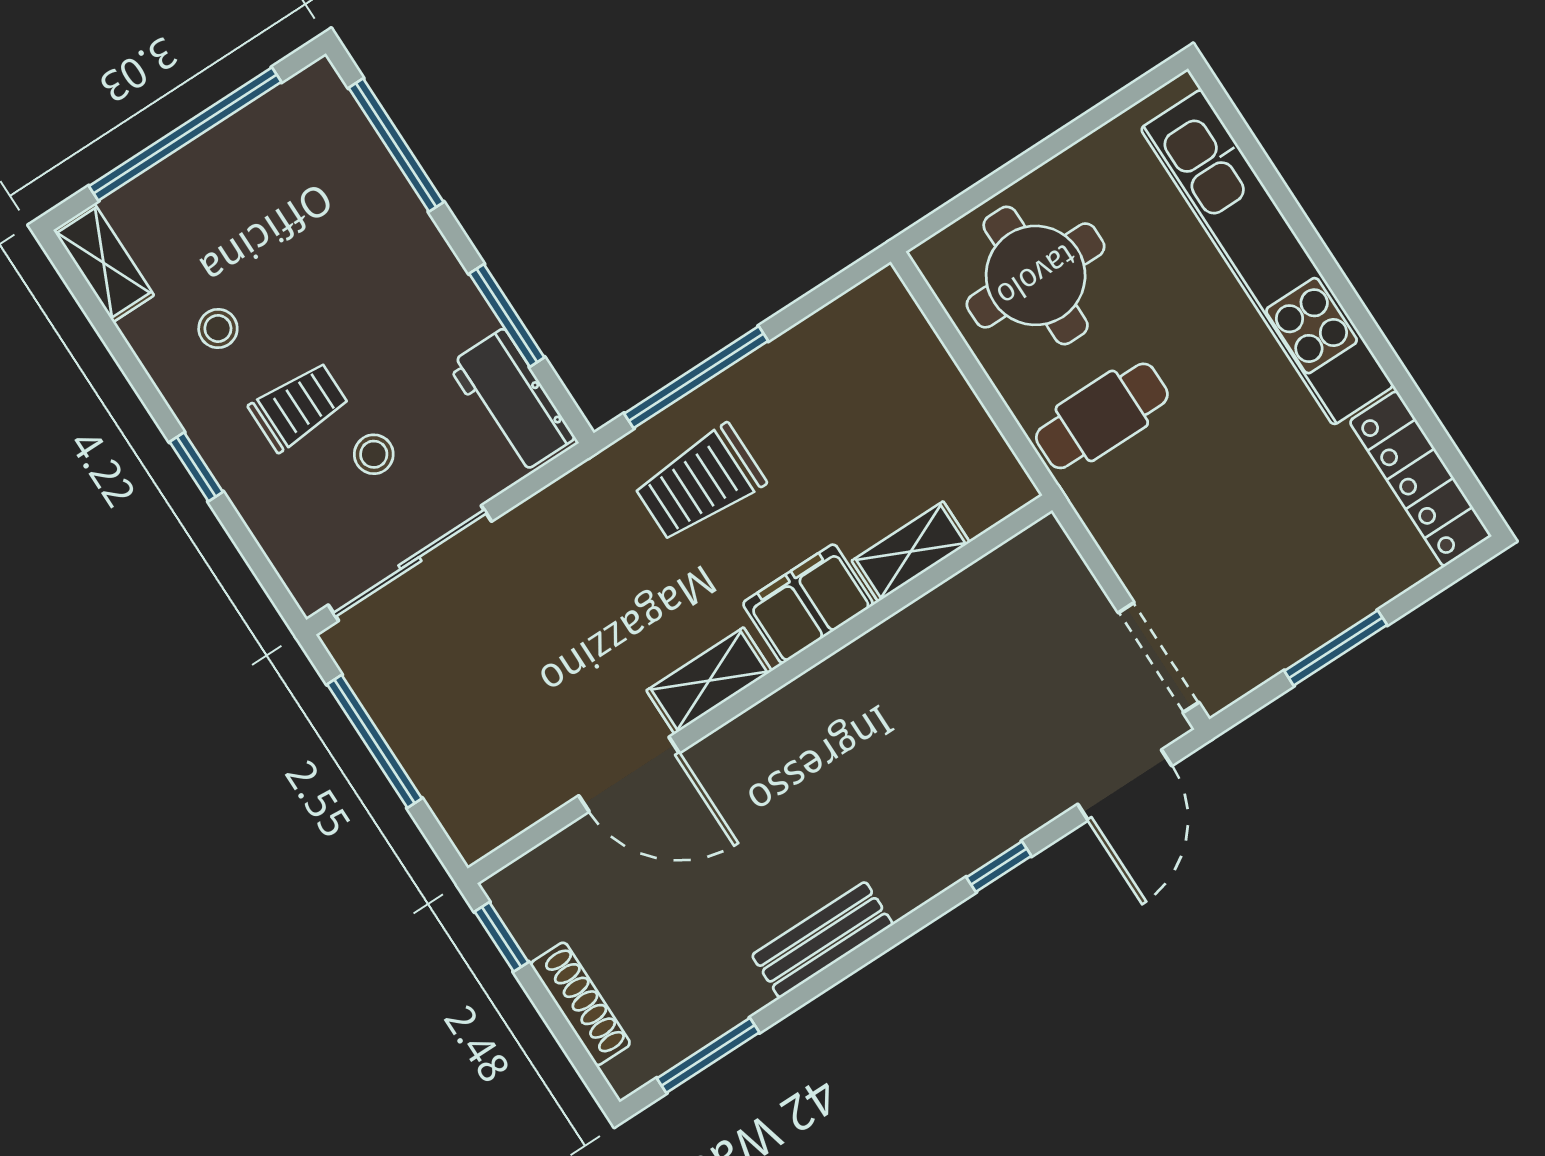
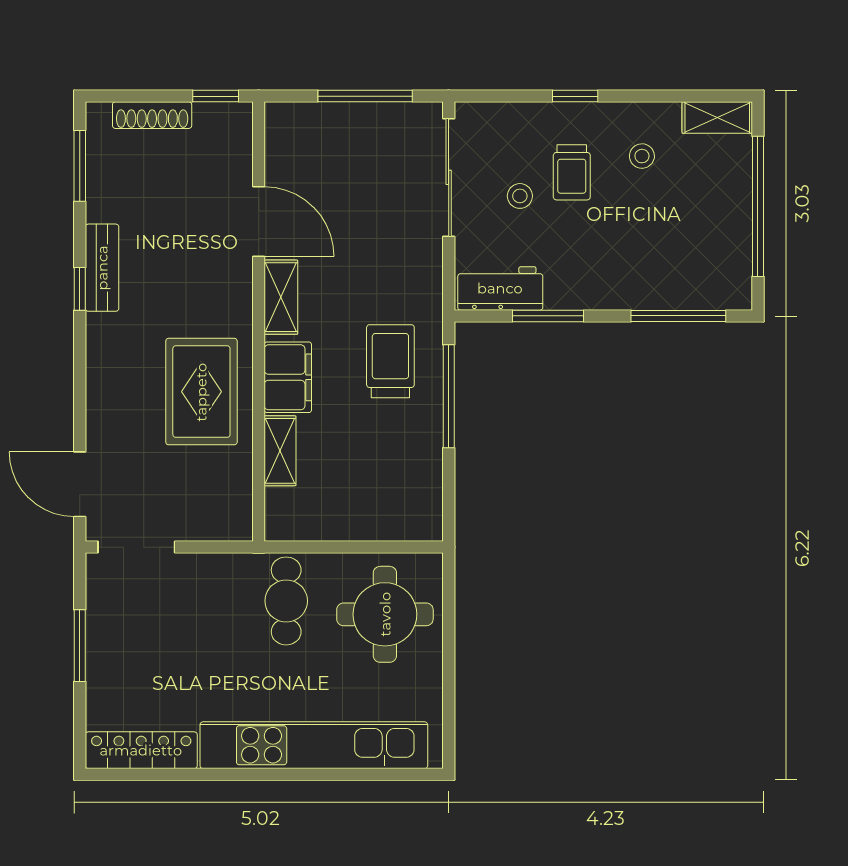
rug: (900, 705) -> (201, 392), added
door: (629, 774) -> (259, 221), swing flipped
window: (999, 867) -> (80, 289), moved

